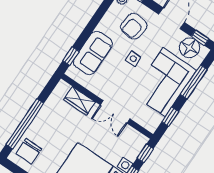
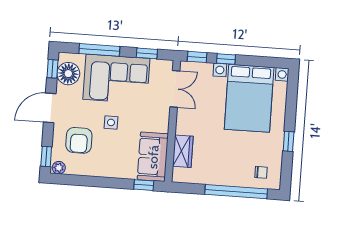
armchair: (134, 26) -> (79, 140), turned 82
sofa: (93, 53) -> (153, 157), moved, turned -90
double door: (115, 112) -> (175, 89), moved
chair: (29, 151) -> (261, 172), width x0.54, depth x0.54

